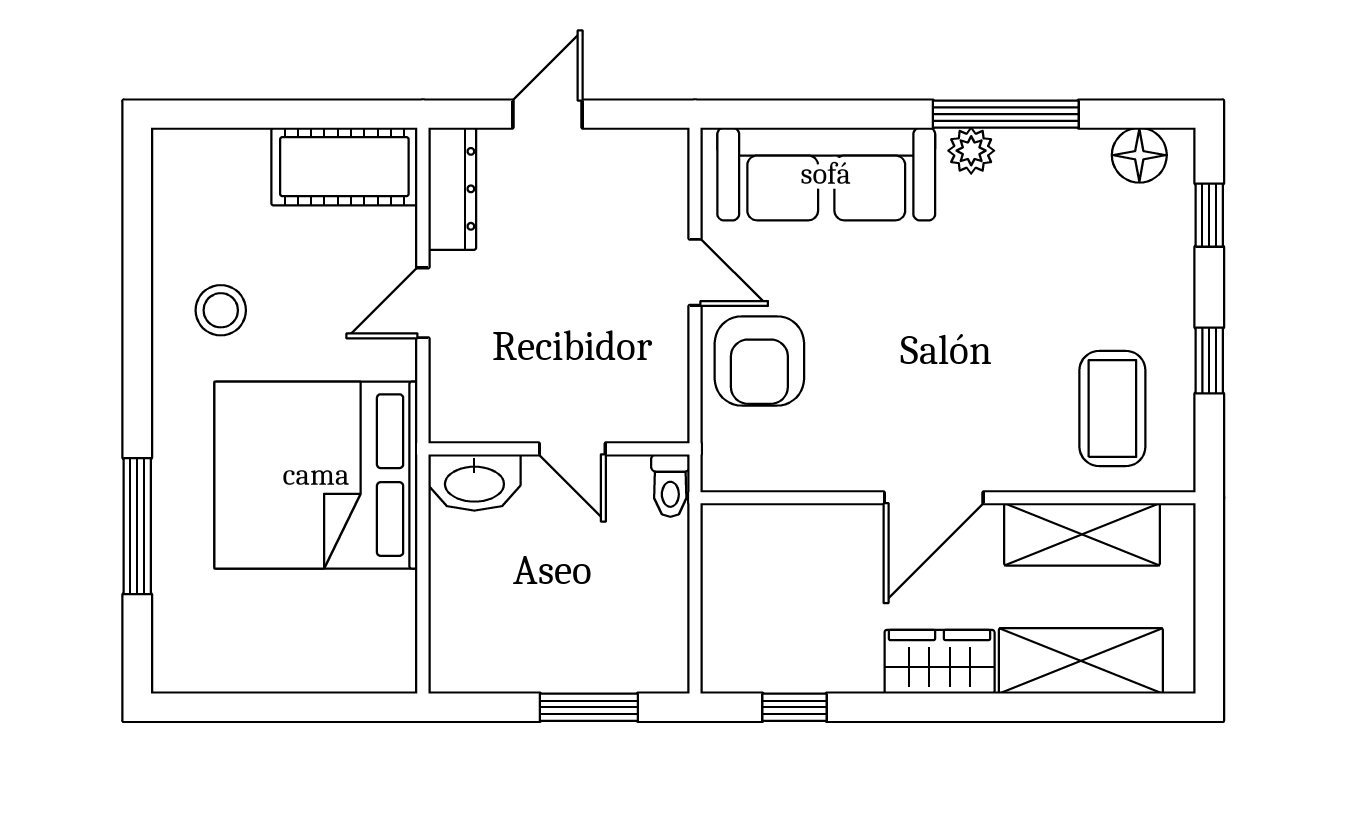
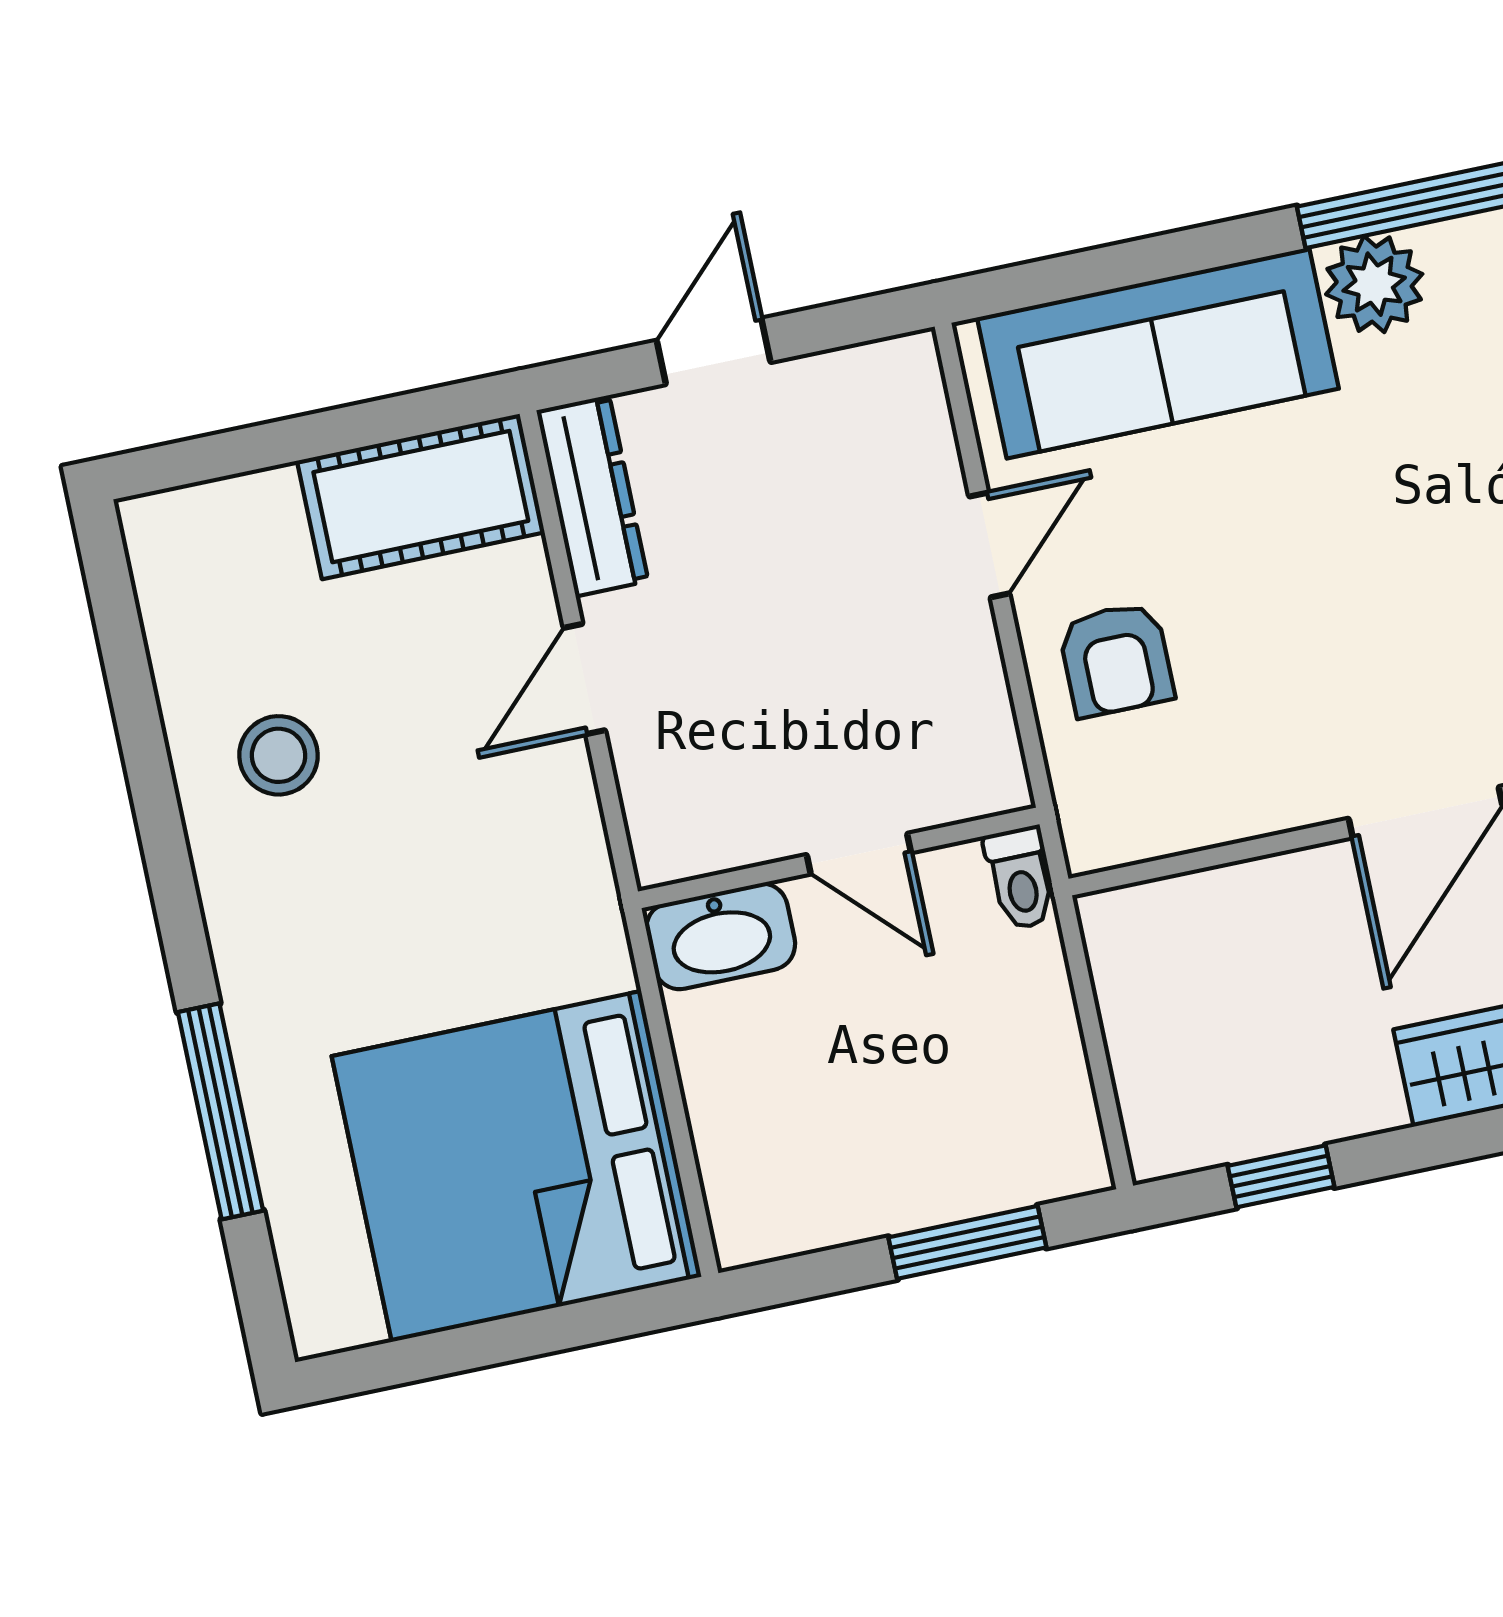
plant: (971, 151) -> (1374, 284), width x1.38, depth x1.38
door: (695, 272) -> (989, 545), hinge flipped
armchair: (759, 361) -> (1116, 660), width x0.72, depth x0.72
bed: (316, 475) -> (516, 1166), moved

